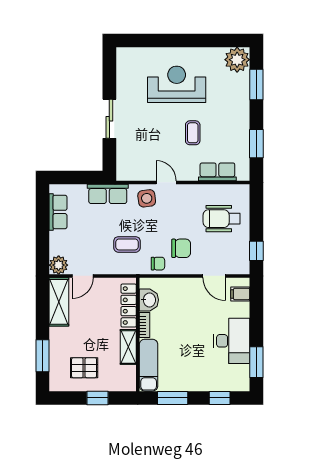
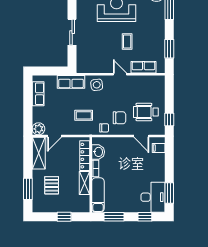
door: (166, 182) -> (120, 74), moved
wheelchair: (222, 219) -> (146, 112), moved
desk: (232, 341) -> (153, 197), moved
pallet: (84, 368) -> (52, 185), moved, turned 90

